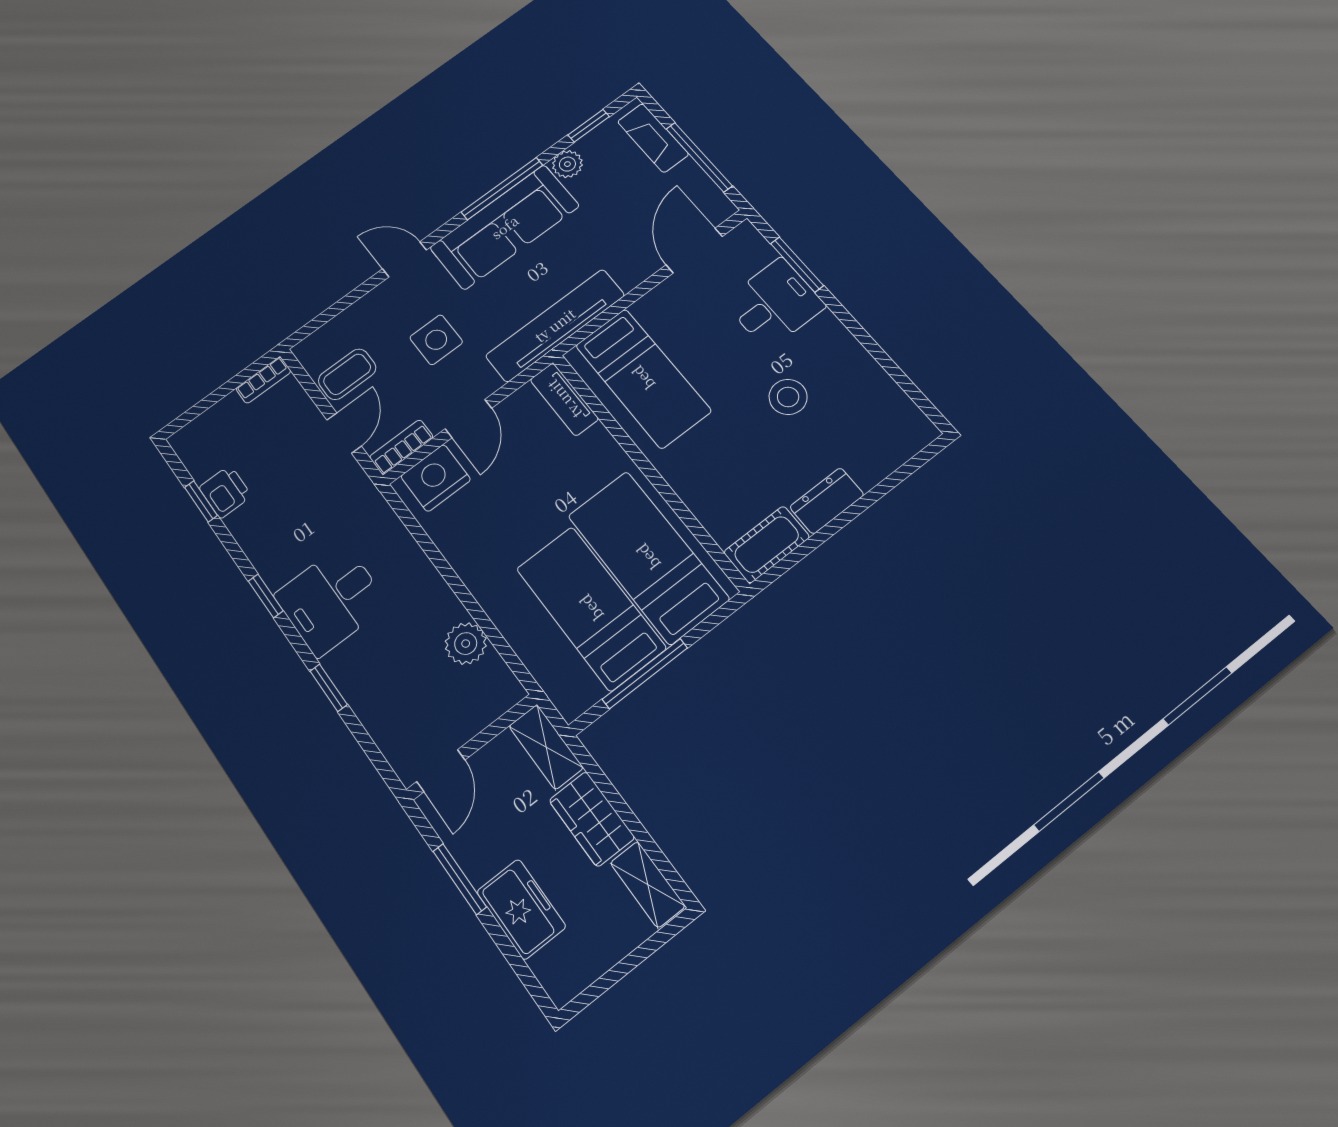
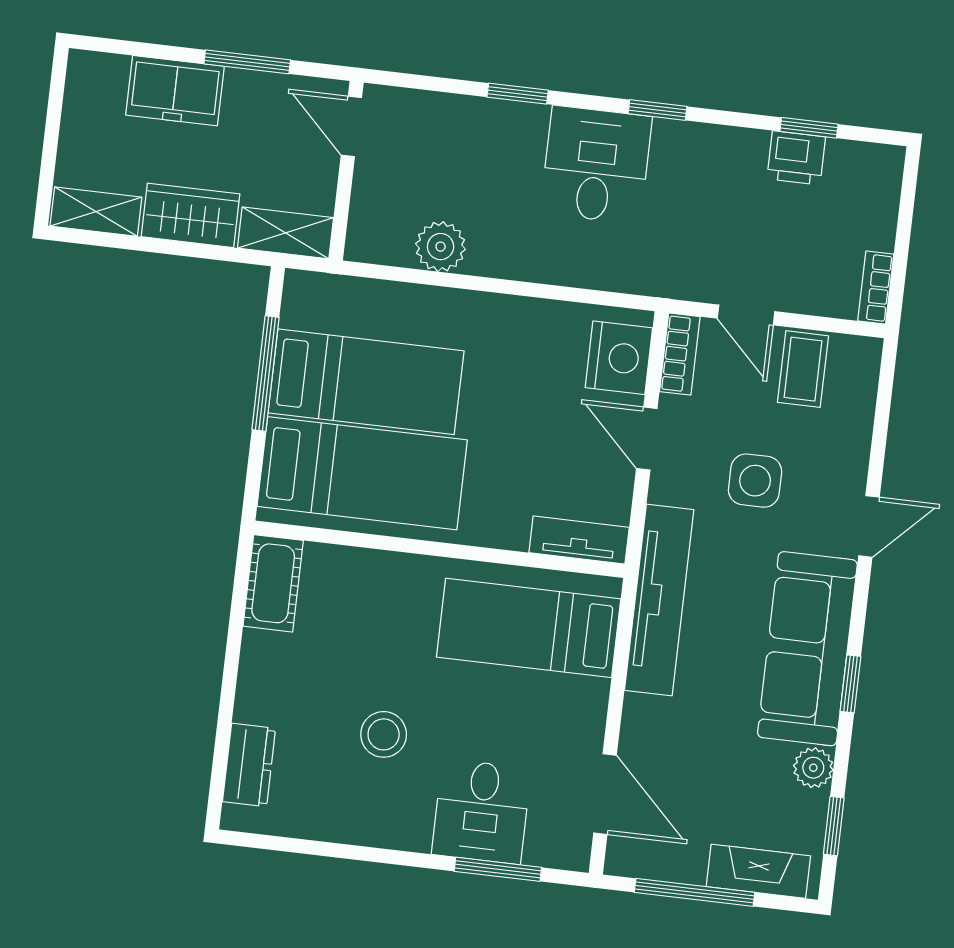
window: (502, 189) -> (850, 684), width x0.46
dresser: (827, 501) -> (249, 765), moved

